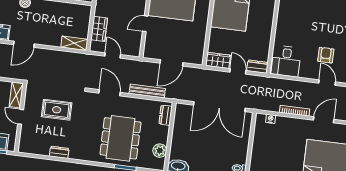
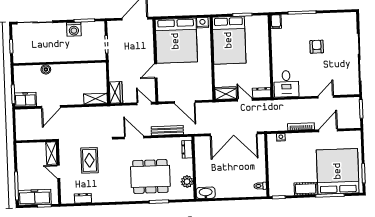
wardrobe: (99, 29) -> (116, 92), moved
door: (113, 55) -> (144, 104), moved
armchair: (326, 55) -> (317, 47), moved
door: (172, 63) -> (185, 102), hinge flipped
door: (327, 83) -> (326, 97), hinge flipped
rug: (57, 110) -> (89, 160), turned 90
dining table: (120, 138) -> (150, 176), turned 90
dresser: (59, 152) -> (83, 198), moved

